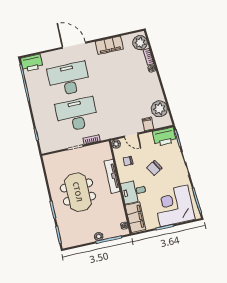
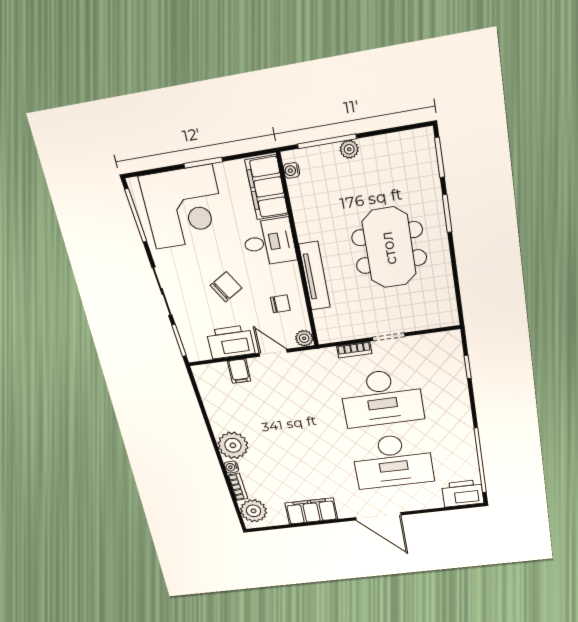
plant: (159, 109) -> (233, 445), moved
printer: (164, 137) -> (231, 342), moved

